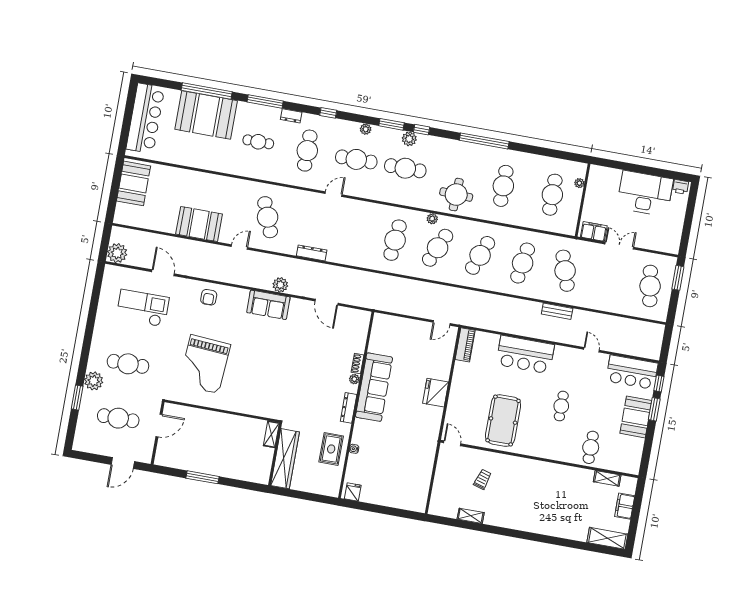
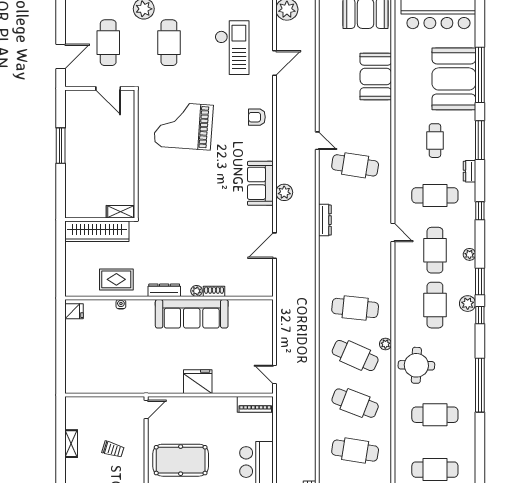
cafe table: (268, 217) -> (355, 165), turned 30
booth: (199, 224) -> (376, 76), moved
door: (123, 463) -> (61, 56), swing flipped

